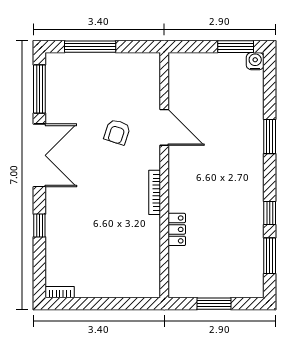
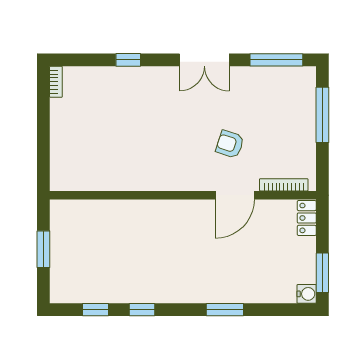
double door: (39, 155) -> (204, 60), width x0.73
bookcase: (155, 192) -> (284, 185), moved
locker: (177, 229) -> (307, 218), moved, turned 90
window: (270, 256) -> (96, 310), width x0.67

